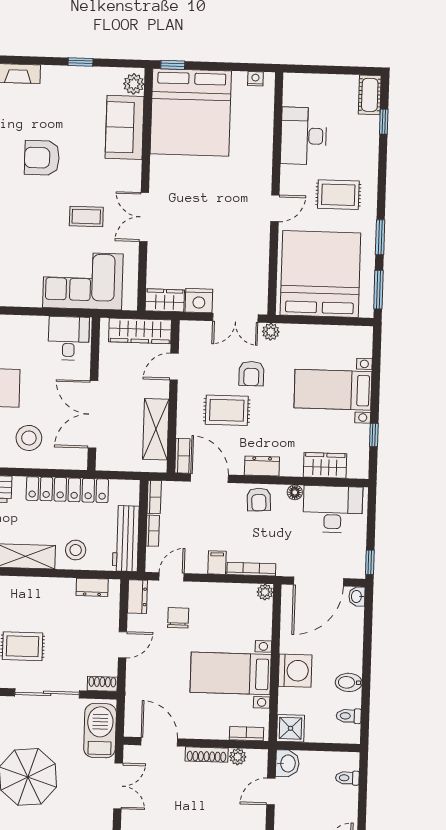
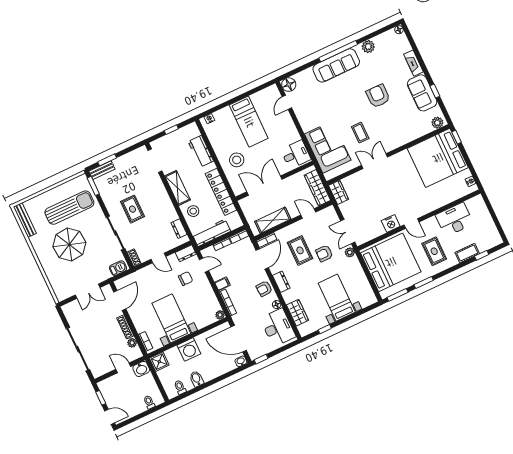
cot: (370, 95) -> (467, 253), moved
sofa: (125, 127) -> (422, 93), moved, turned -90
nightstand: (199, 301) -> (391, 224), moved, turned -90
barbecue: (100, 731) -> (118, 268), width x0.53, depth x0.65

